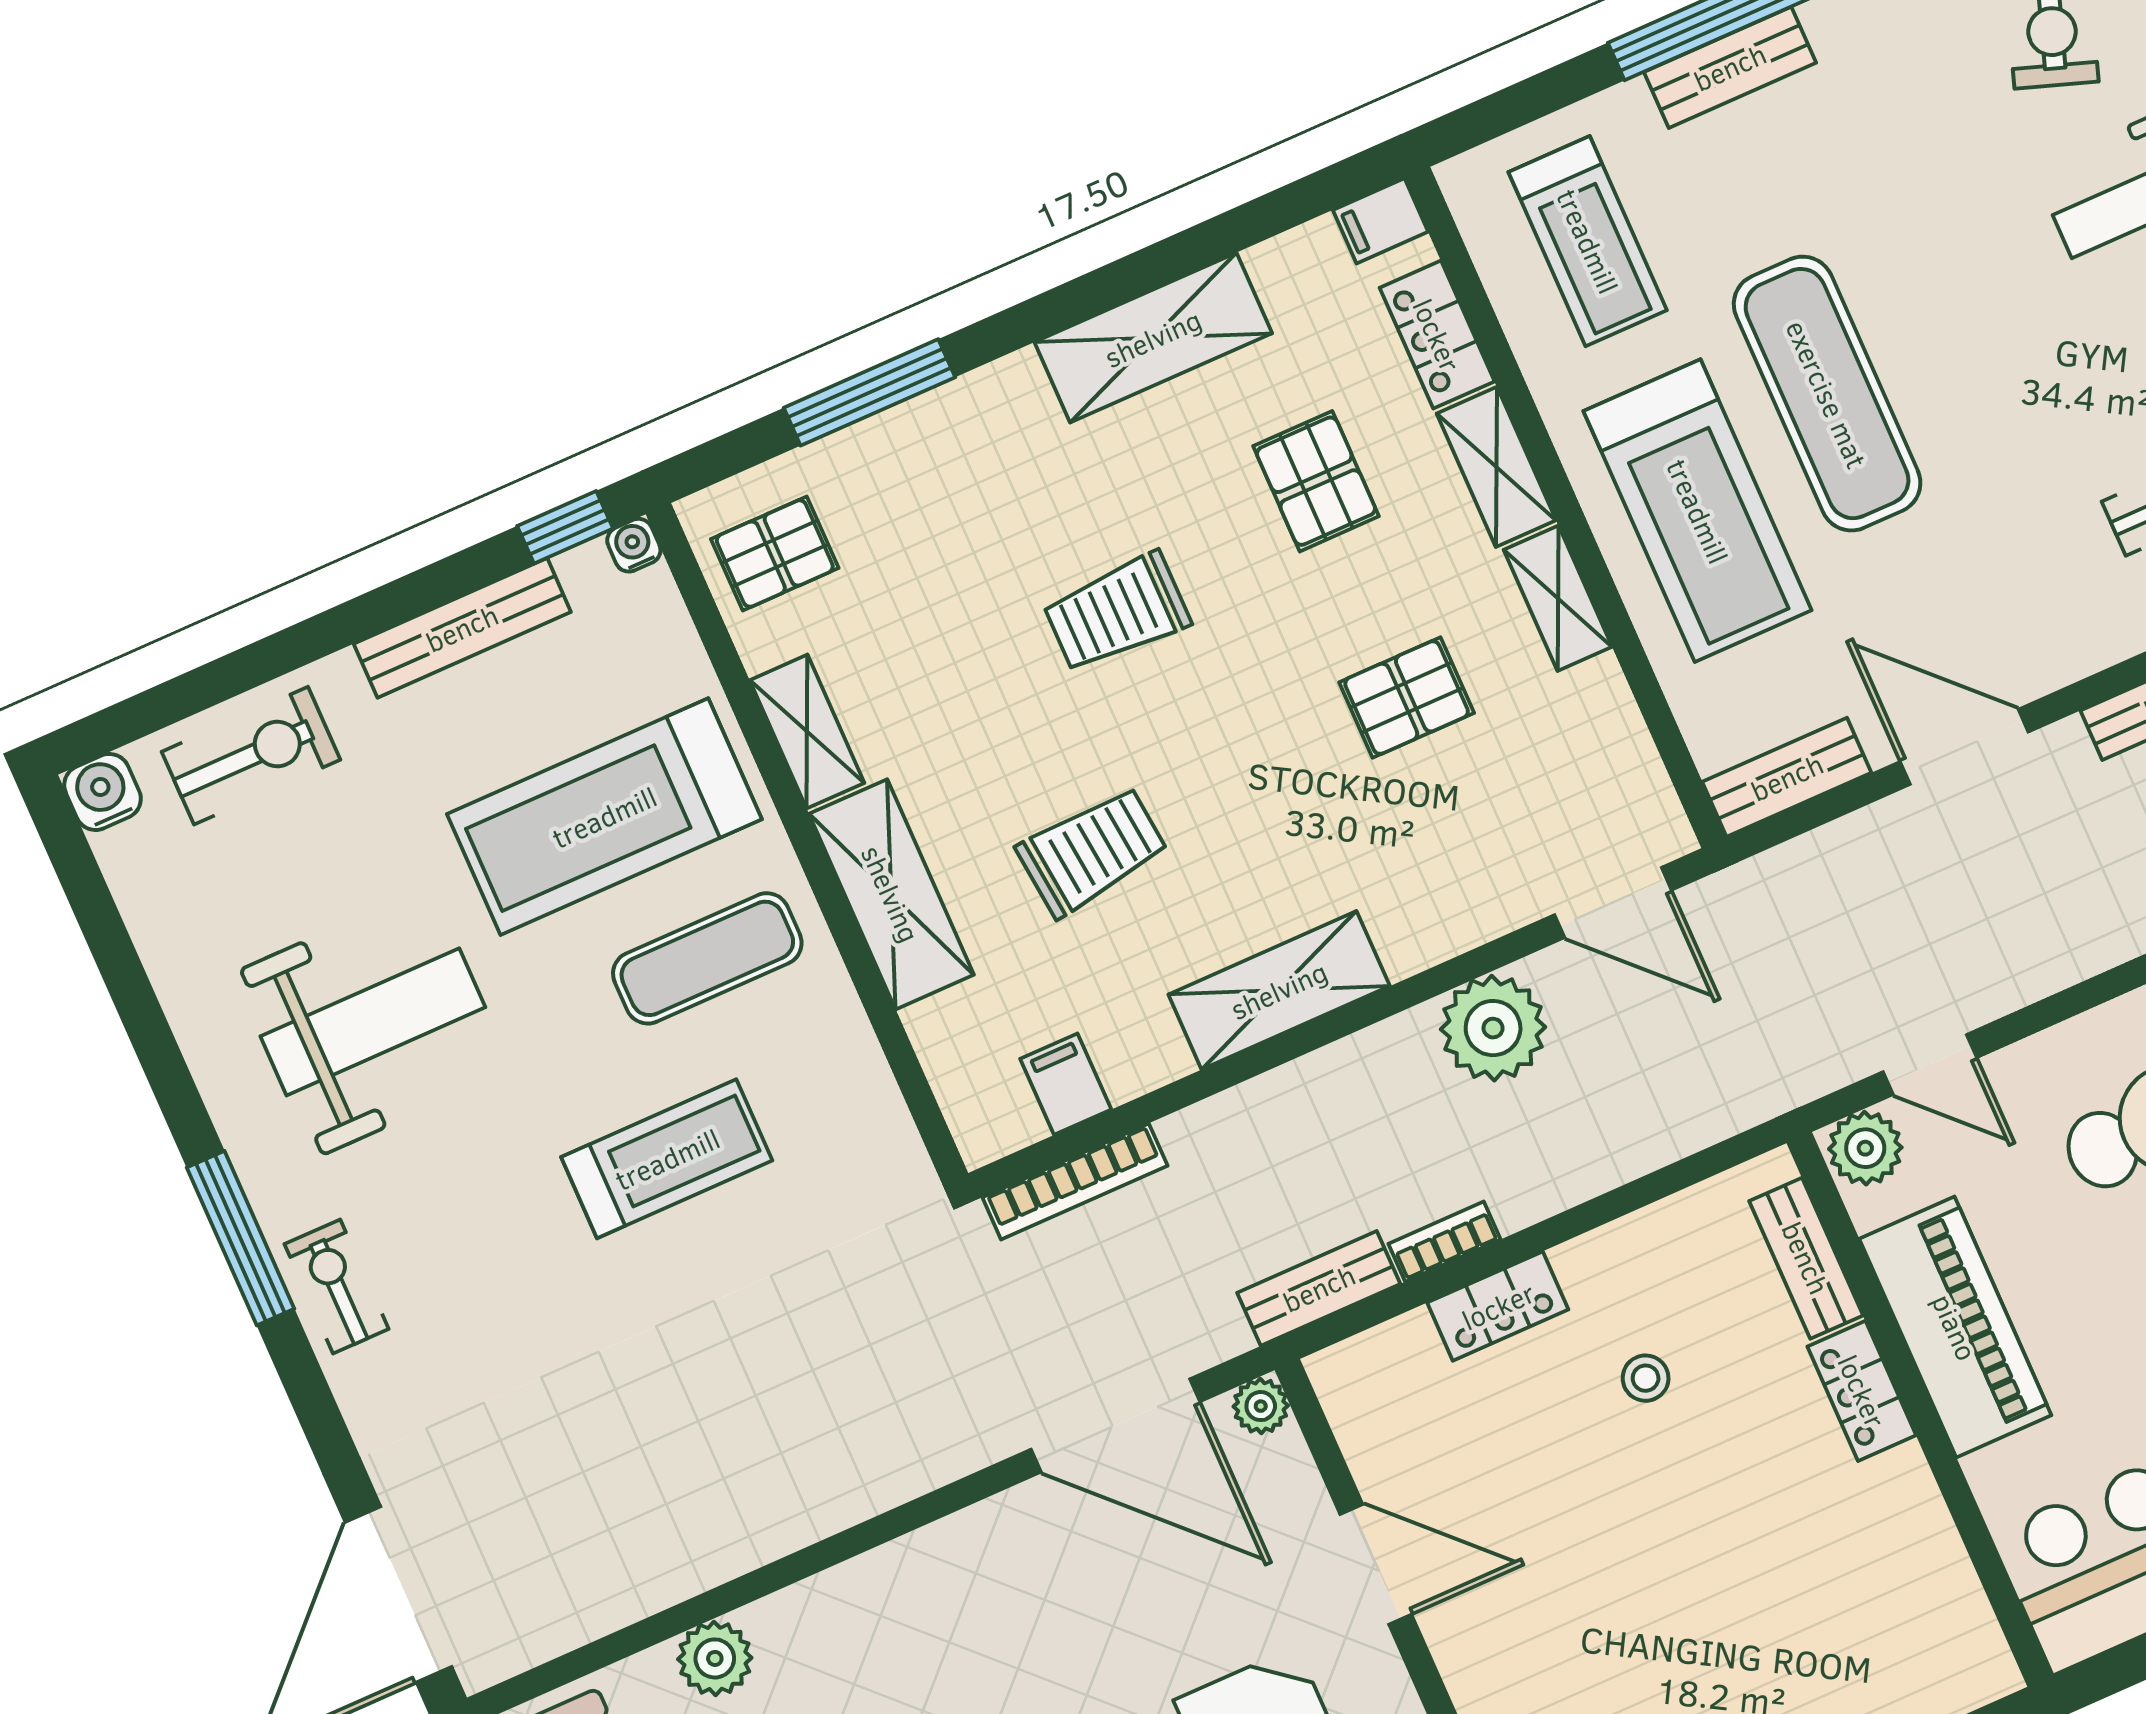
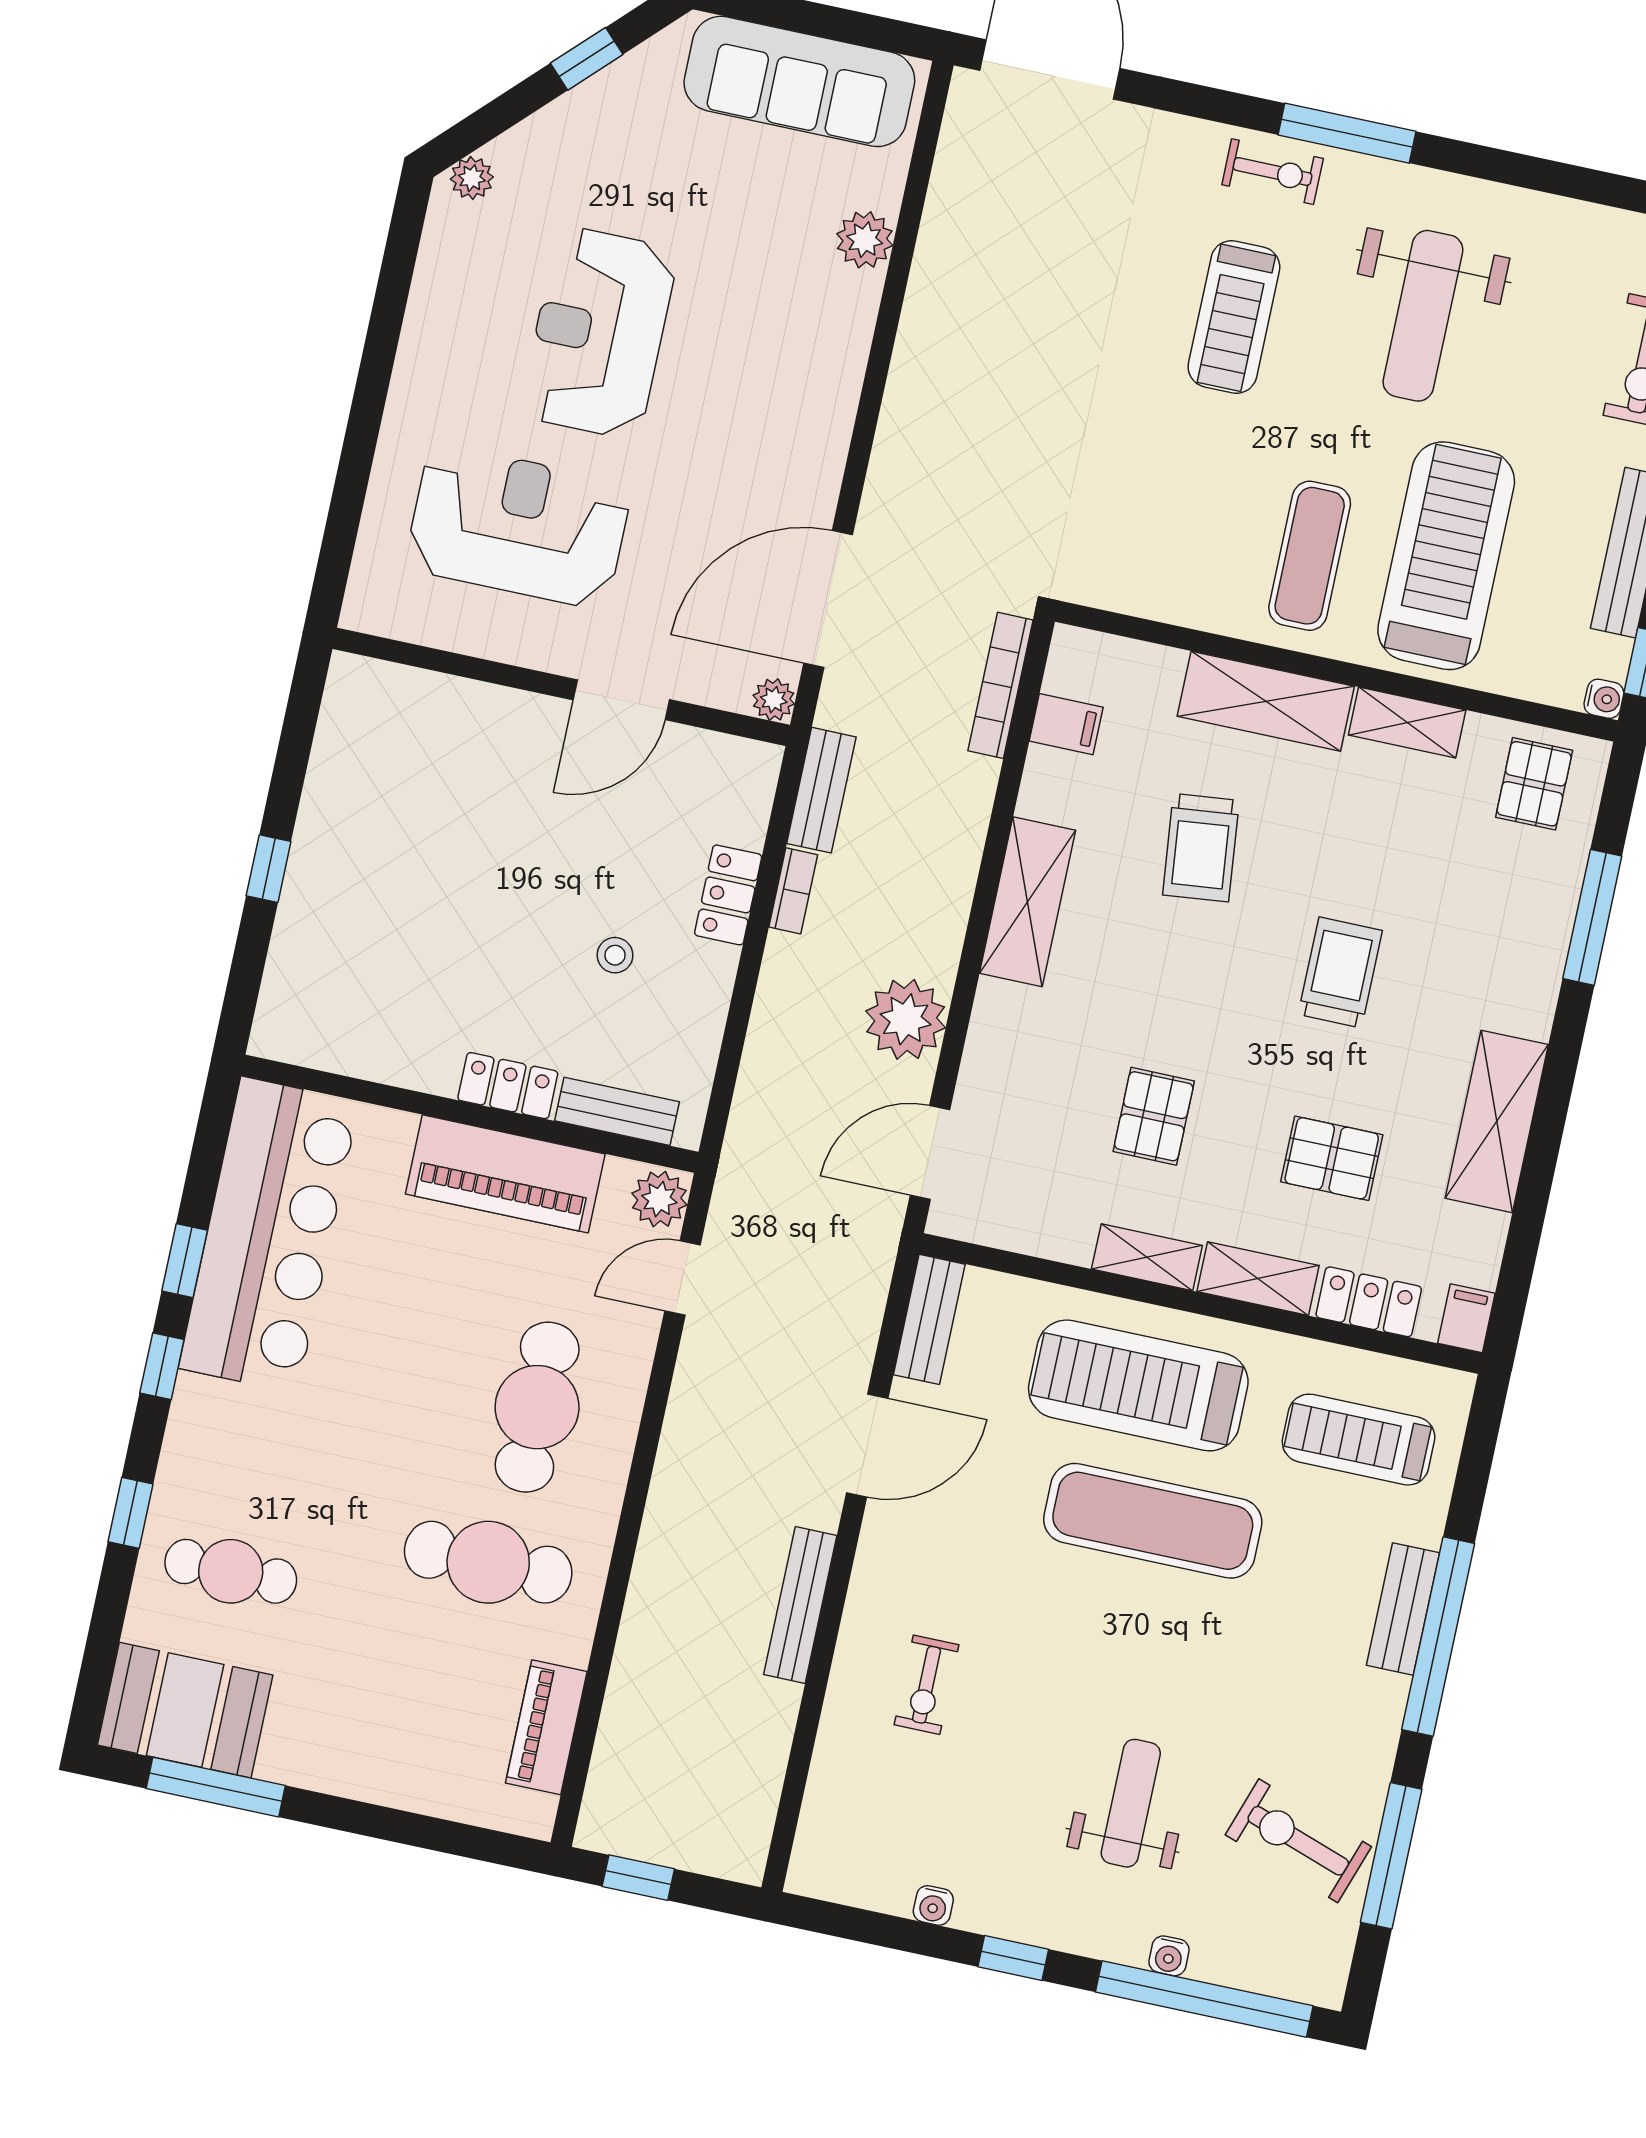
treadmill: (667, 1159) -> (1234, 317), moved

